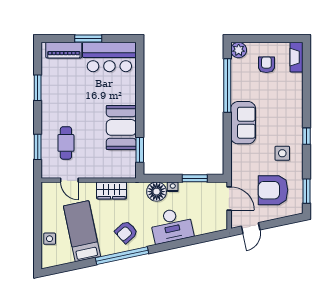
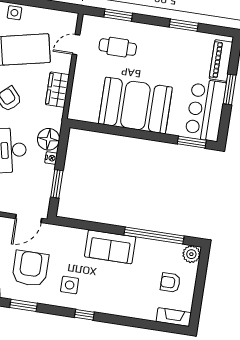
armchair: (266, 65) -> (170, 282), turned 180
booth: (121, 127) -> (135, 105), width x1.36, depth x1.42
window: (140, 150) -> (192, 142), moved

